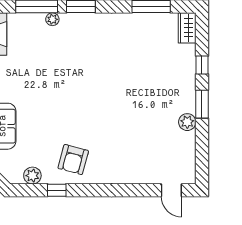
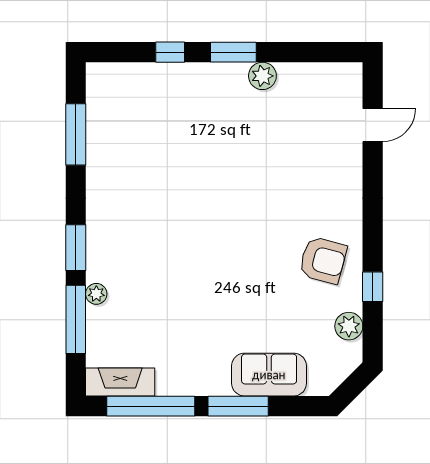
wardrobe: (187, 28) -> (110, 76), removed
door: (171, 190) -> (373, 125), moved

